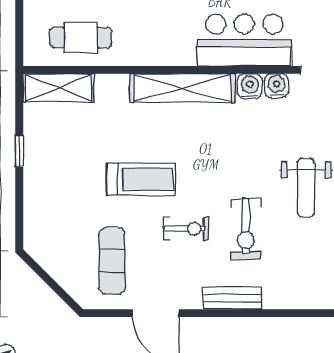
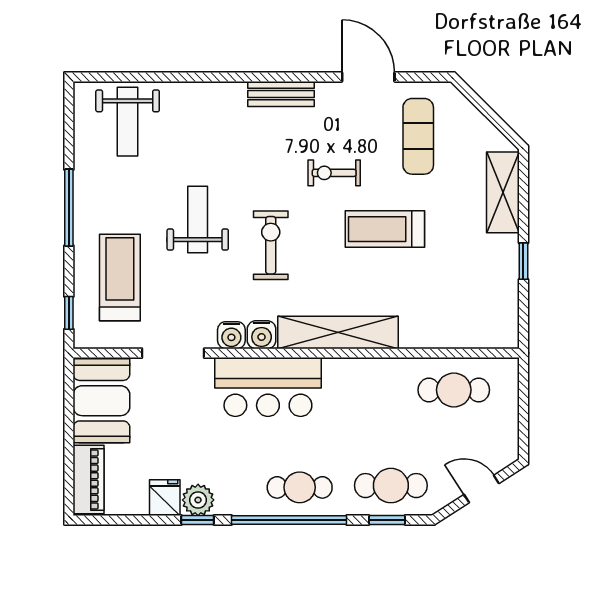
shelving: (59, 88) -> (503, 192), moved, turned 90
exercise bike: (246, 229) -> (271, 245), moved

